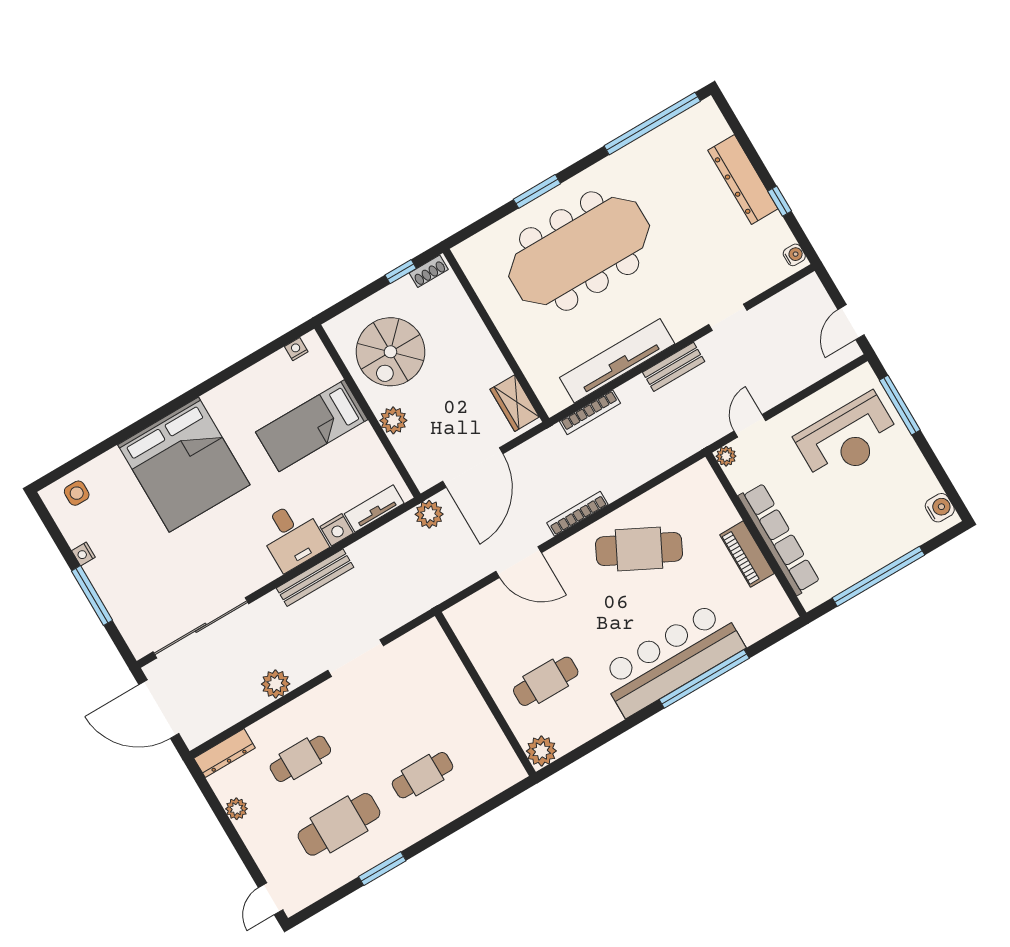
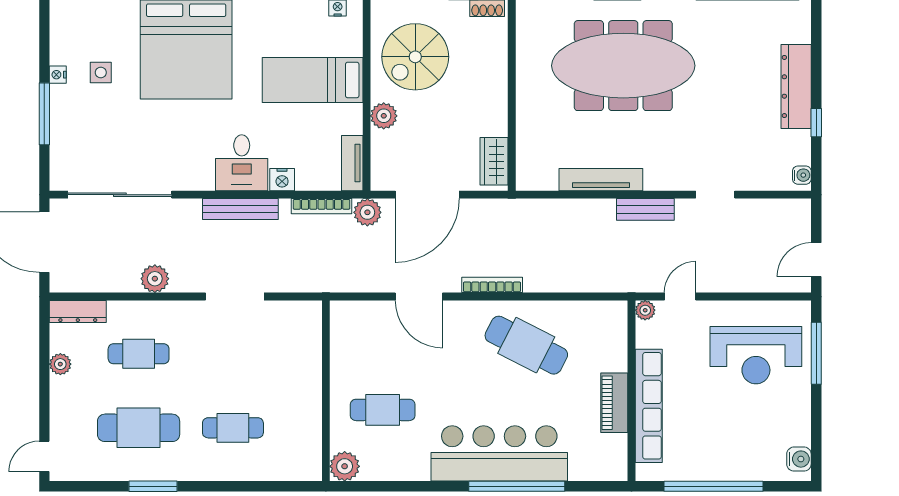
tv unit: (617, 361) -> (601, 180), width x0.73, depth x0.78
bookcase: (590, 412) -> (322, 206), moved
side table: (77, 493) -> (101, 72), moved
tv unit: (374, 509) -> (352, 163), moved, turned -90

